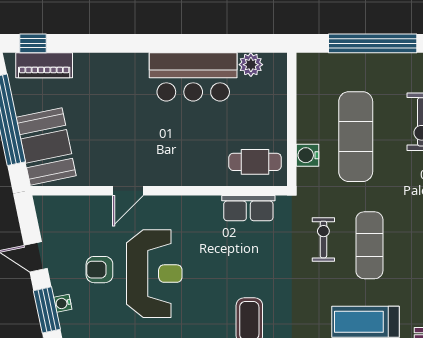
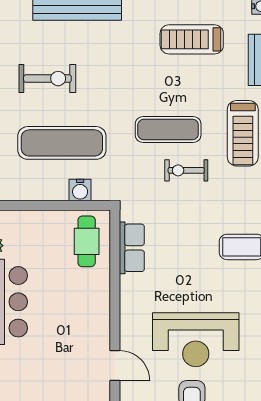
exercise bike: (323, 239) -> (186, 170), moved
reception desk: (154, 274) -> (196, 340), turned 180

